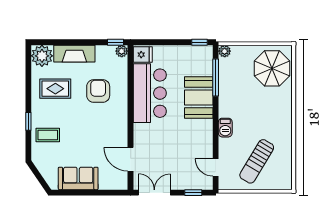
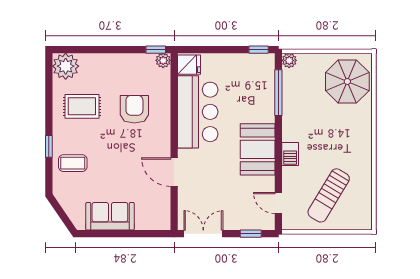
fireplace: (74, 54) -> (105, 63), removed
booth: (199, 98) -> (258, 149), moved
door: (131, 159) -> (174, 172), moved

